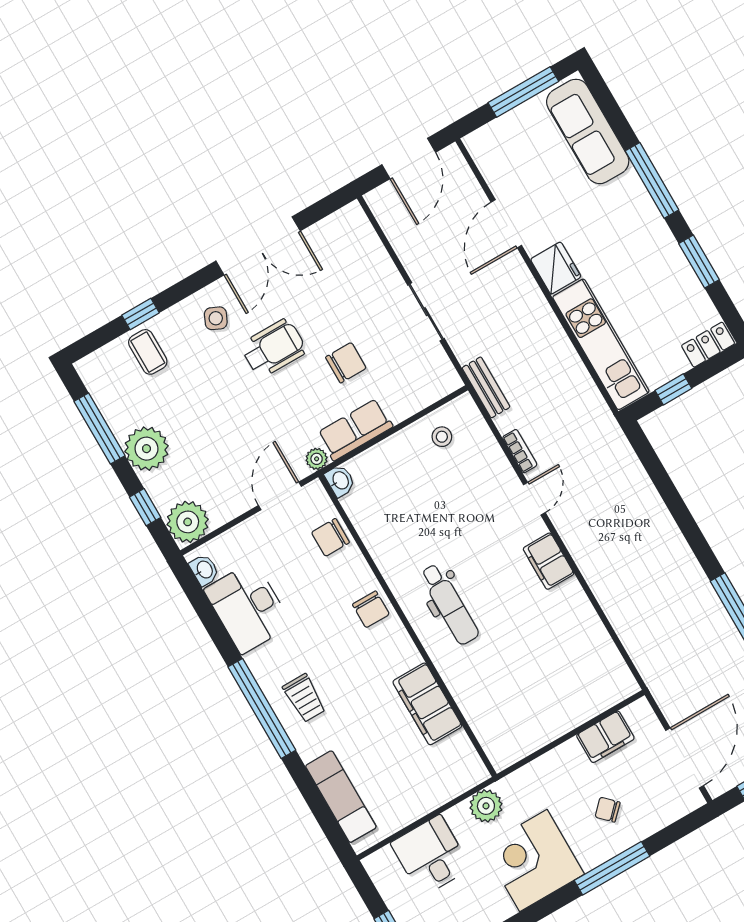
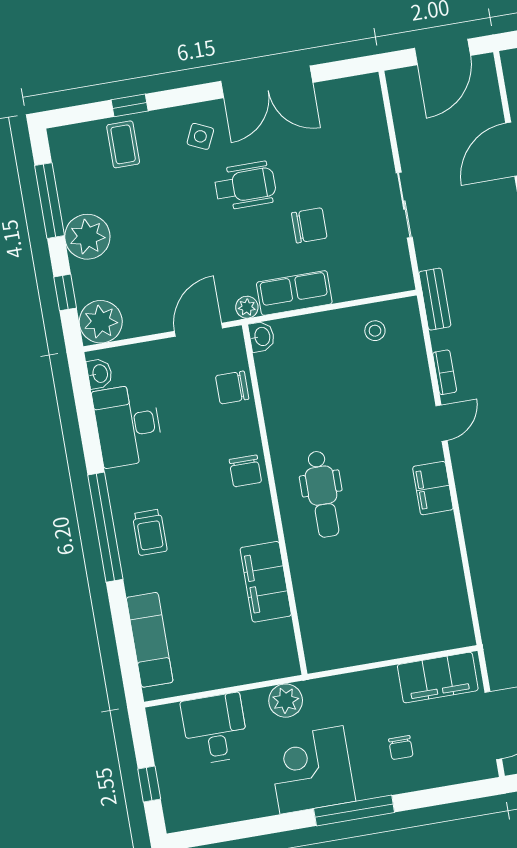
filing cabinet: (605, 737) -> (438, 678), width x1.50, depth x1.17
chair: (608, 810) -> (401, 748), turned -135
window: (612, 868) -> (354, 811), moved

